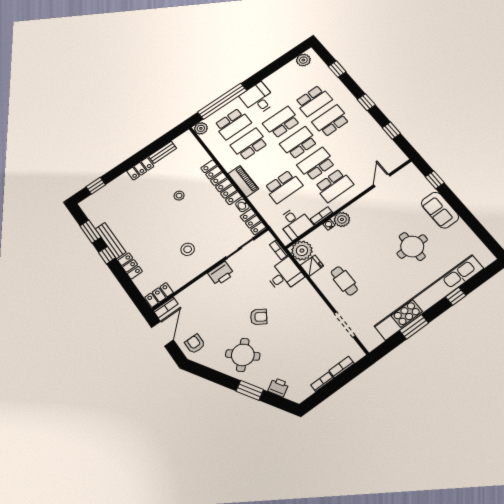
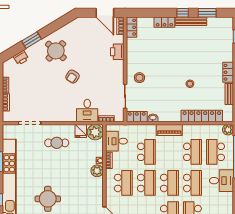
locker: (221, 182) -> (202, 116), moved
school desk: (334, 185) -> (123, 183), turned 180
school desk: (284, 187) -> (146, 152), turned 180
stool: (188, 249) -> (139, 78), moved
printer: (221, 273) -> (117, 52), moved
armchair: (195, 344) -> (84, 28), removed

